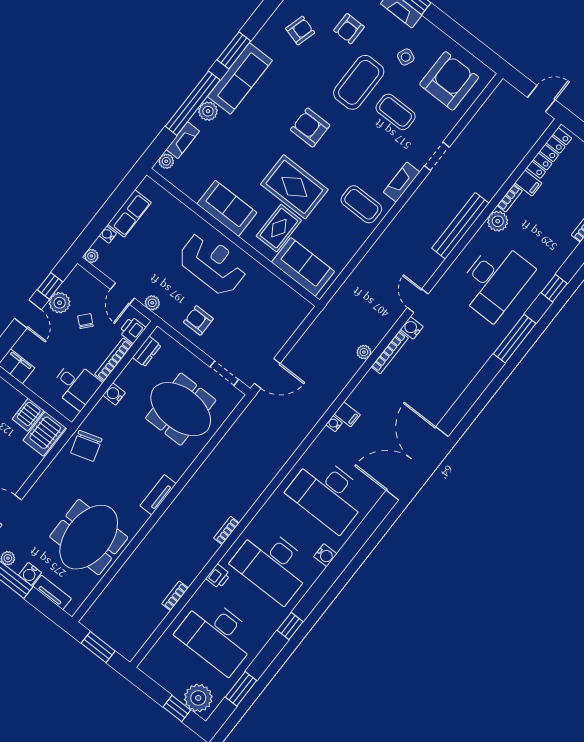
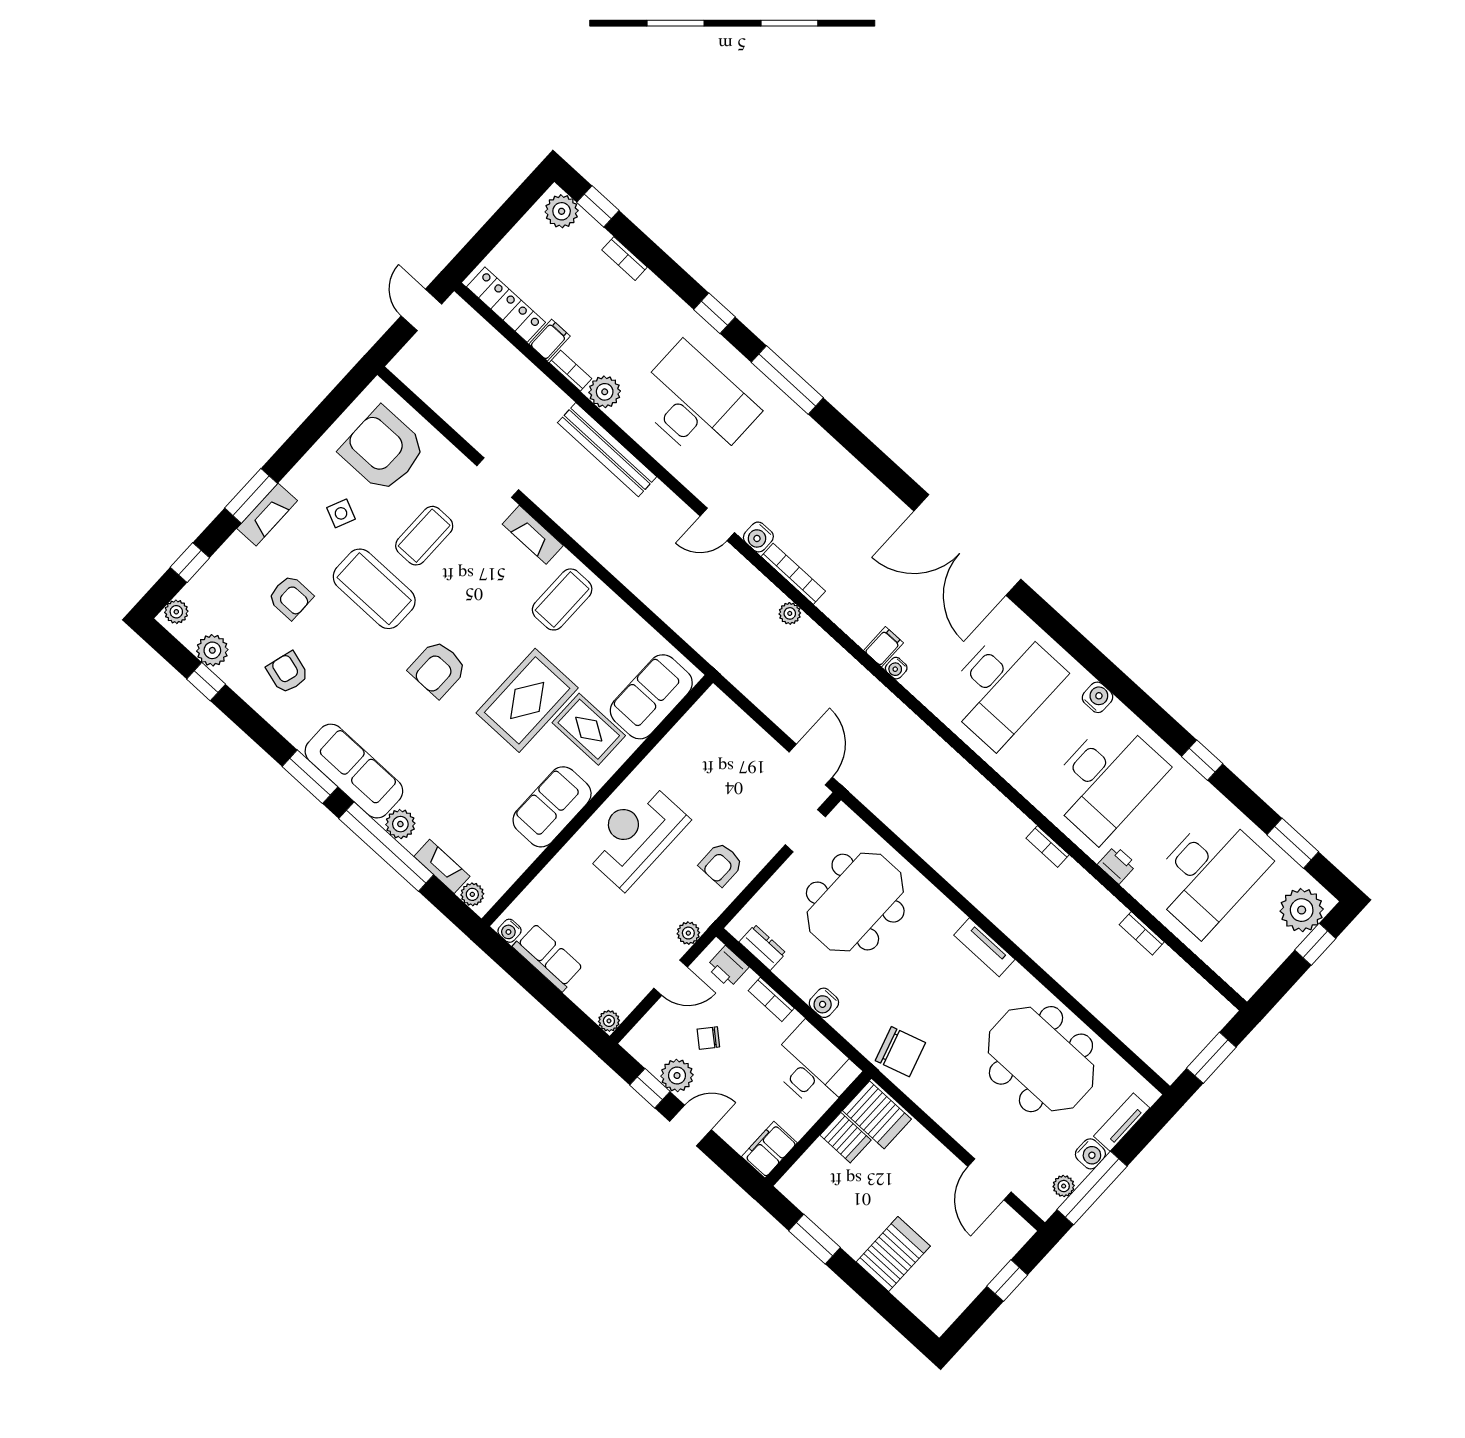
water cooler: (108, 234) -> (509, 931), moved
bookcase: (114, 360) -> (771, 999), width x0.64
desk: (76, 385) -> (814, 1067), width x1.37

